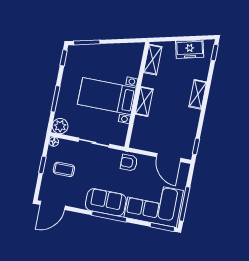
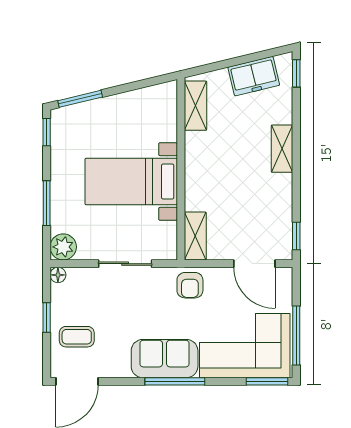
shelving: (144, 101) -> (195, 236), moved
armchair: (129, 163) -> (190, 285), turned -90
coffee table: (64, 169) -> (77, 337), moved

